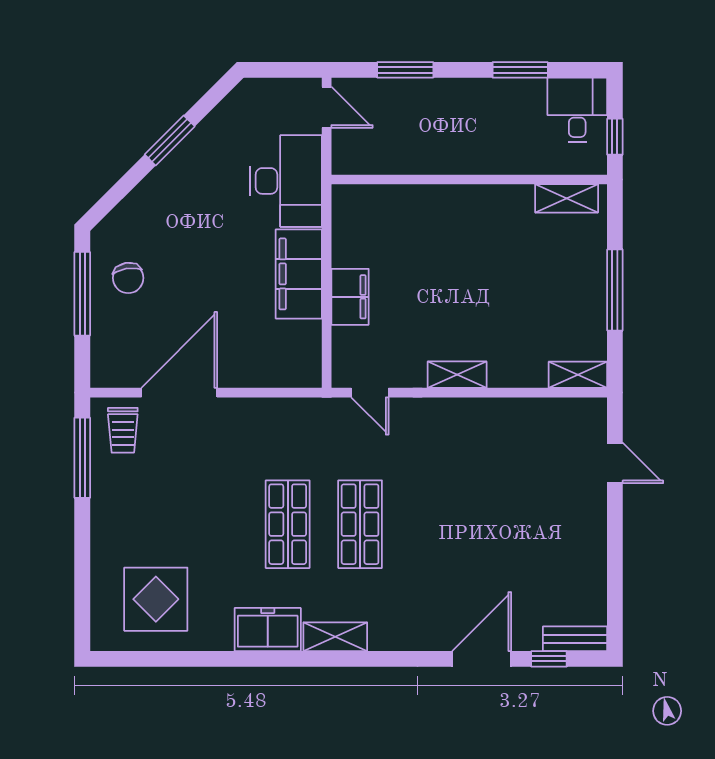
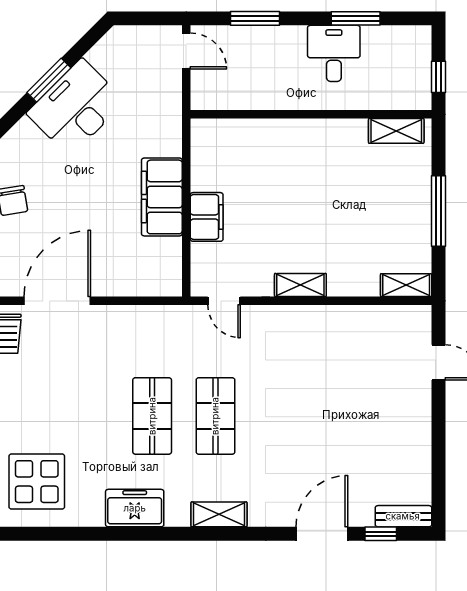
desk: (577, 110) -> (334, 53), moved
desk: (286, 181) -> (76, 107), moved, turned -135
shelving: (335, 637) -> (219, 514), moved

